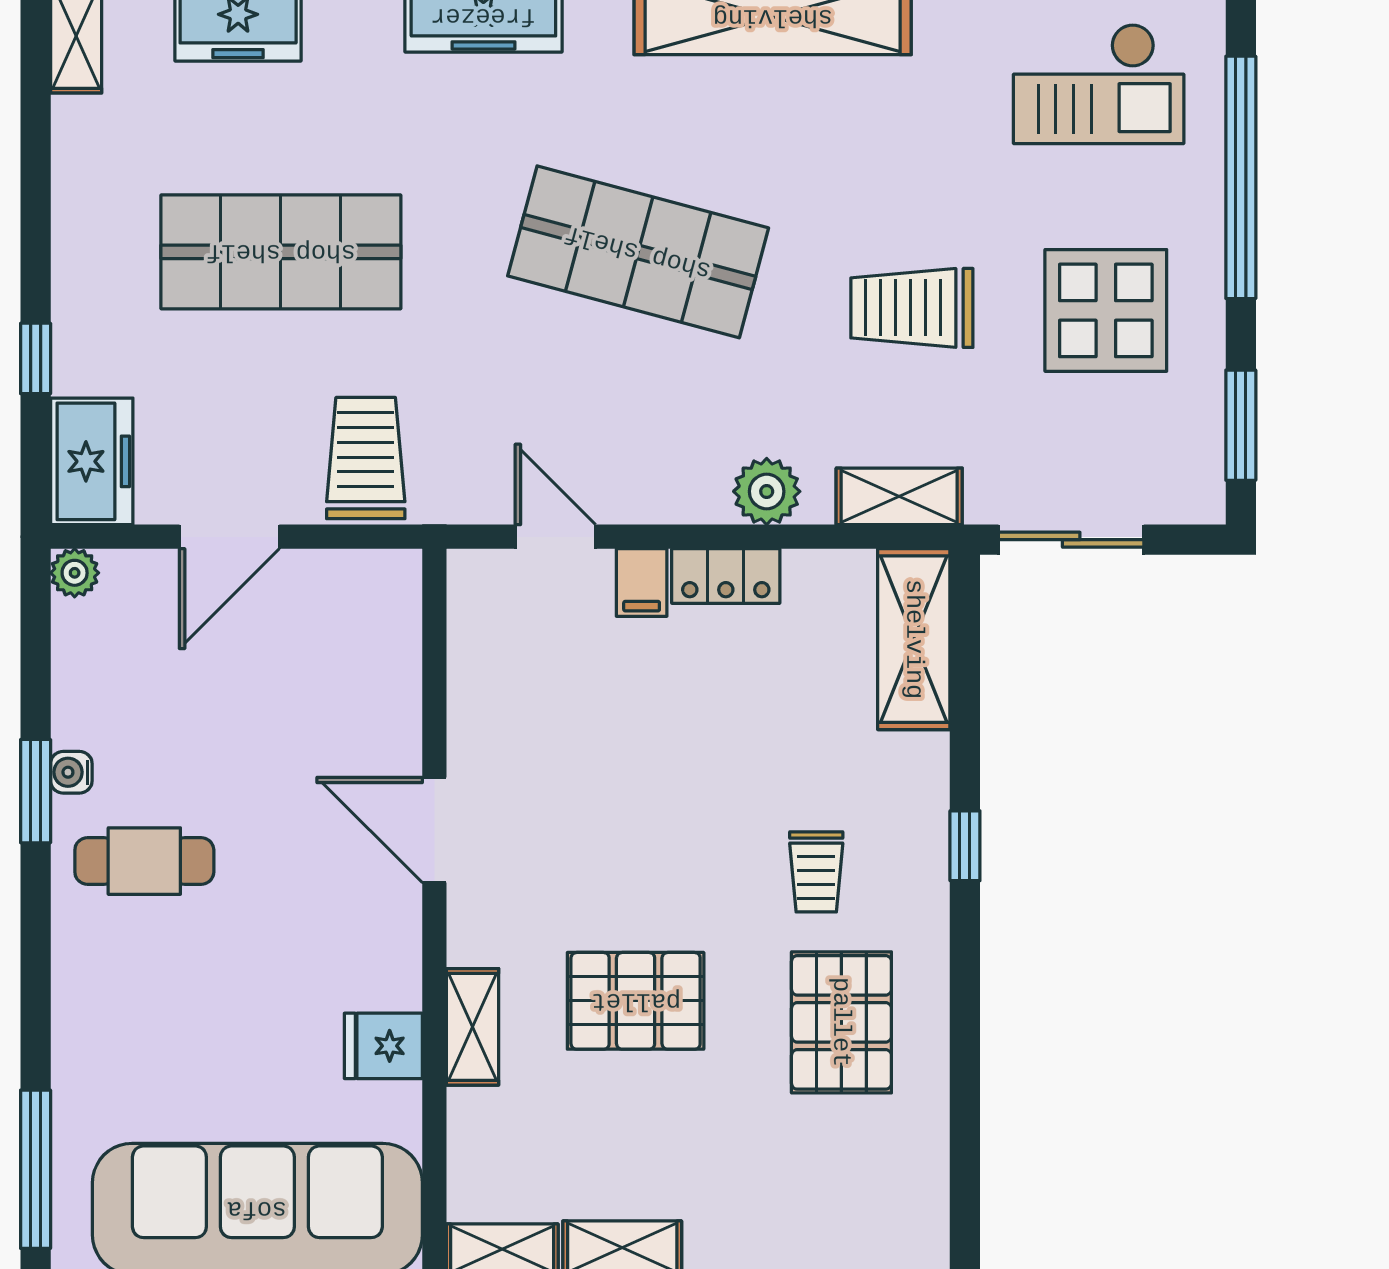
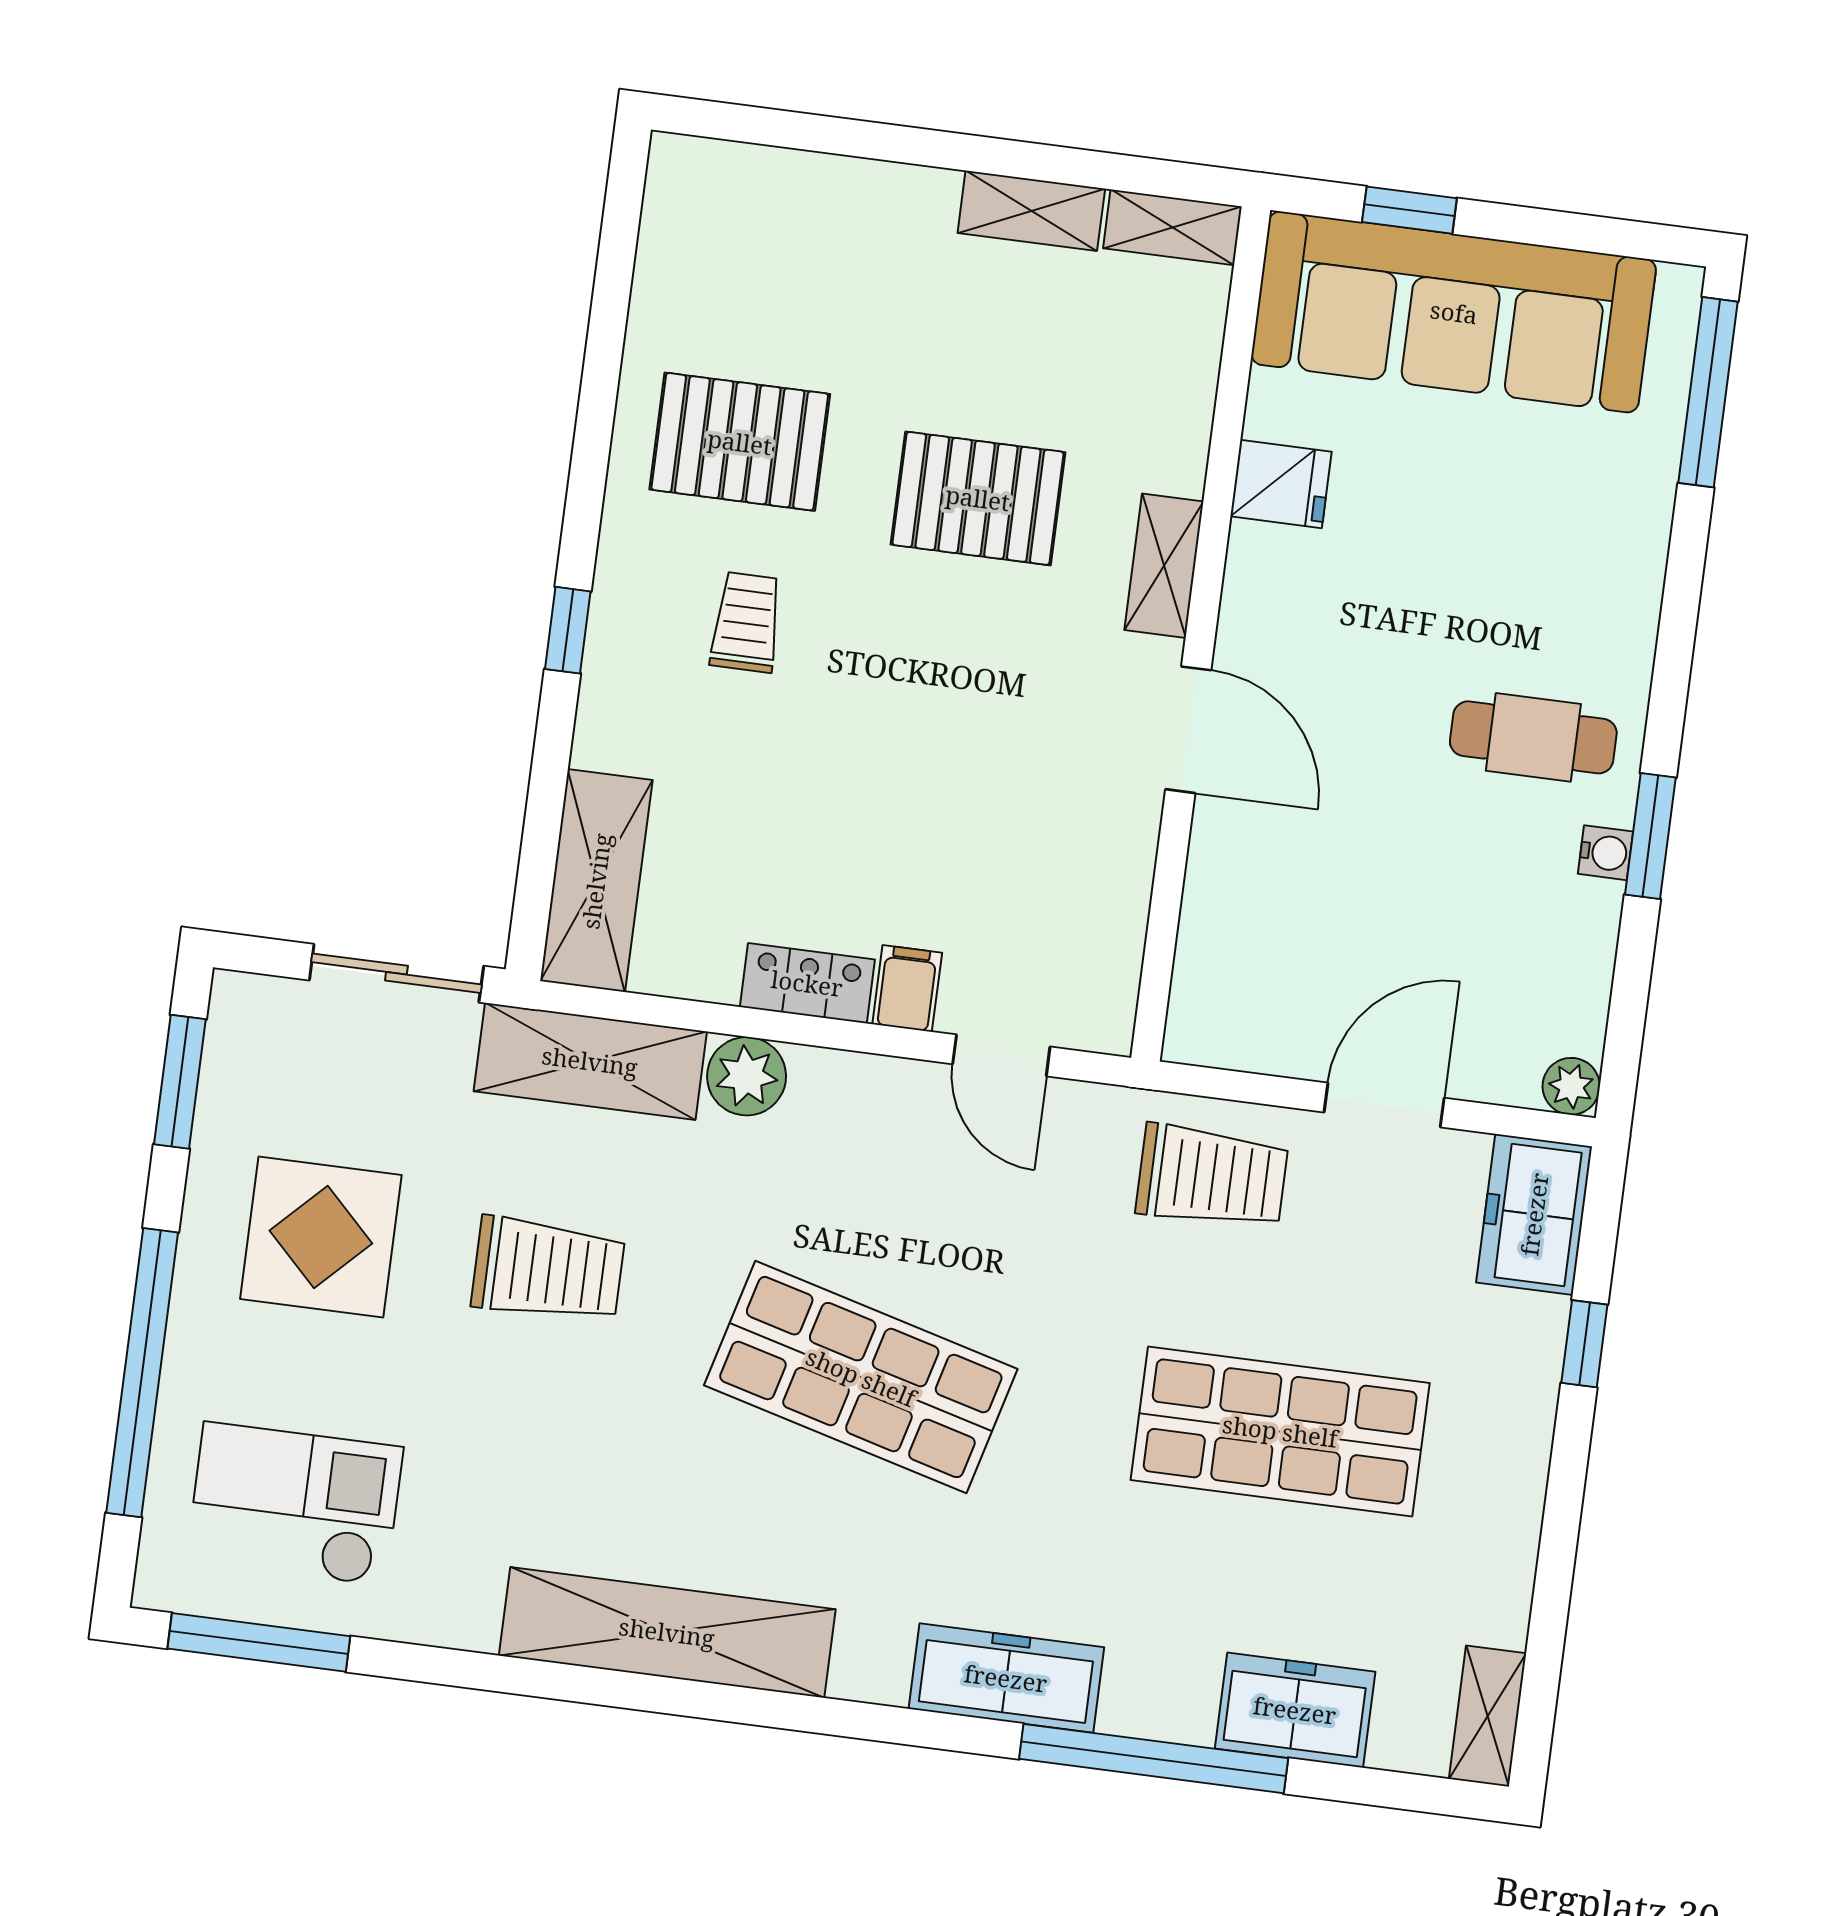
trolley: (366, 458) -> (1212, 1177), turned -90
shelving: (899, 496) -> (590, 1061), width x1.50, depth x1.33
pallet: (841, 1022) -> (740, 442), turned 90
shelving: (472, 1027) -> (1164, 566), moved

